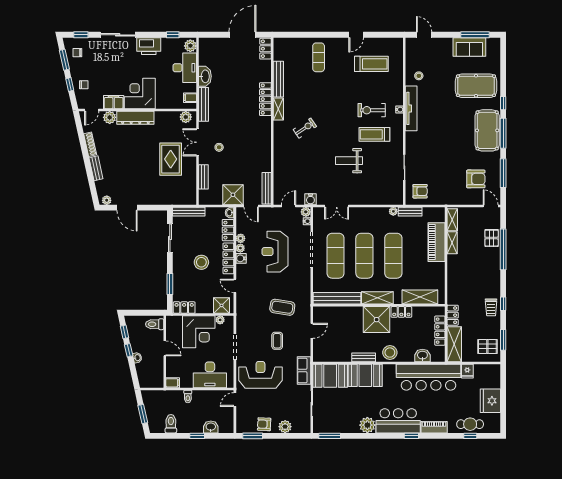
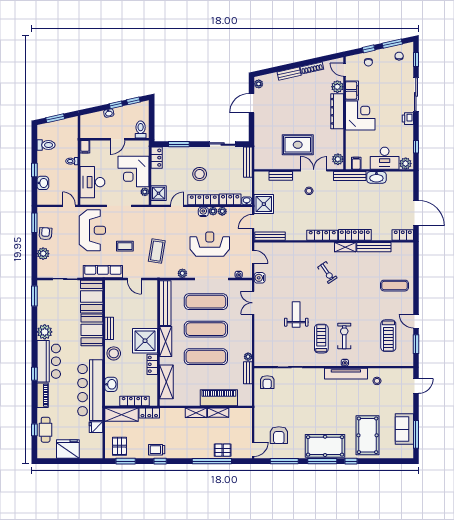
window: (380, 35) -> (416, 344), added
printer: (149, 46) -> (408, 119), width x0.53, depth x0.68
locker: (266, 133) -> (322, 235), added
plant: (306, 212) -> (182, 273), moved
shelving: (452, 220) -> (196, 413), moved
row of seats: (304, 371) -> (103, 272), width x1.48

